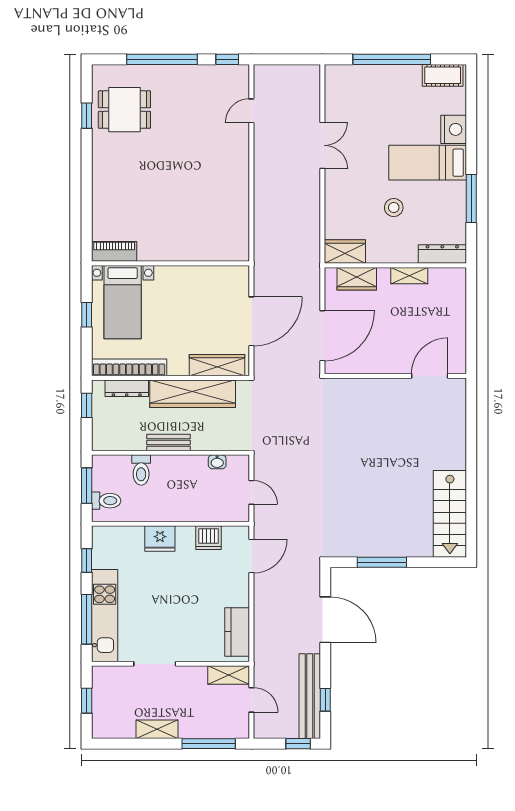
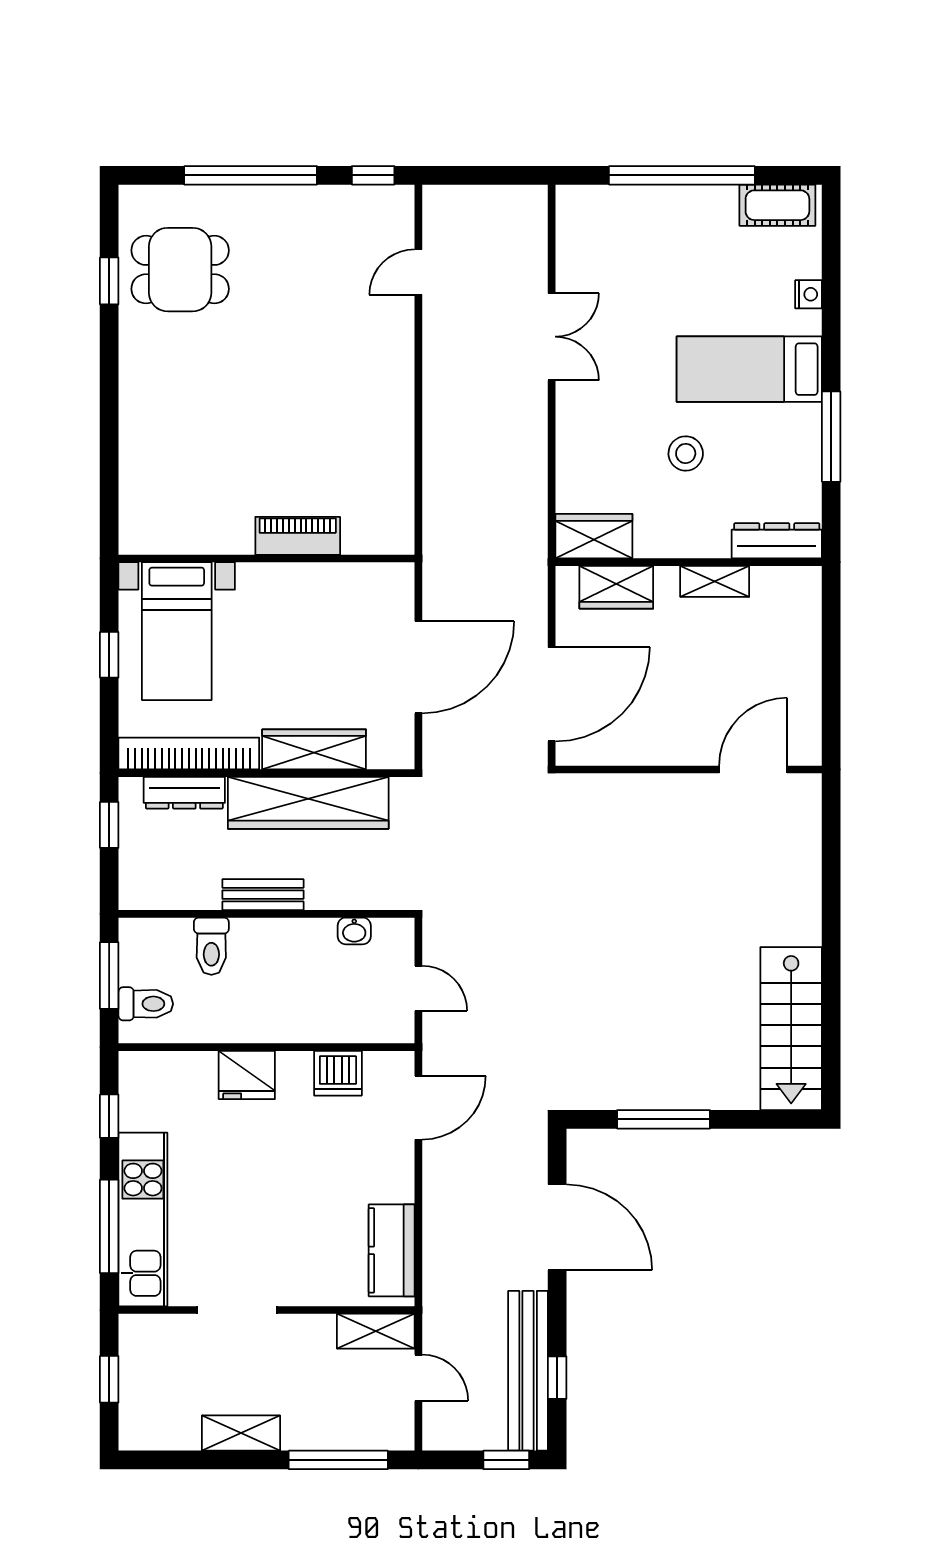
nightstand: (454, 129) -> (809, 294), width x0.53, depth x0.56
piano: (114, 251) -> (298, 536), moved
wardrobe: (217, 365) -> (314, 749), moved

